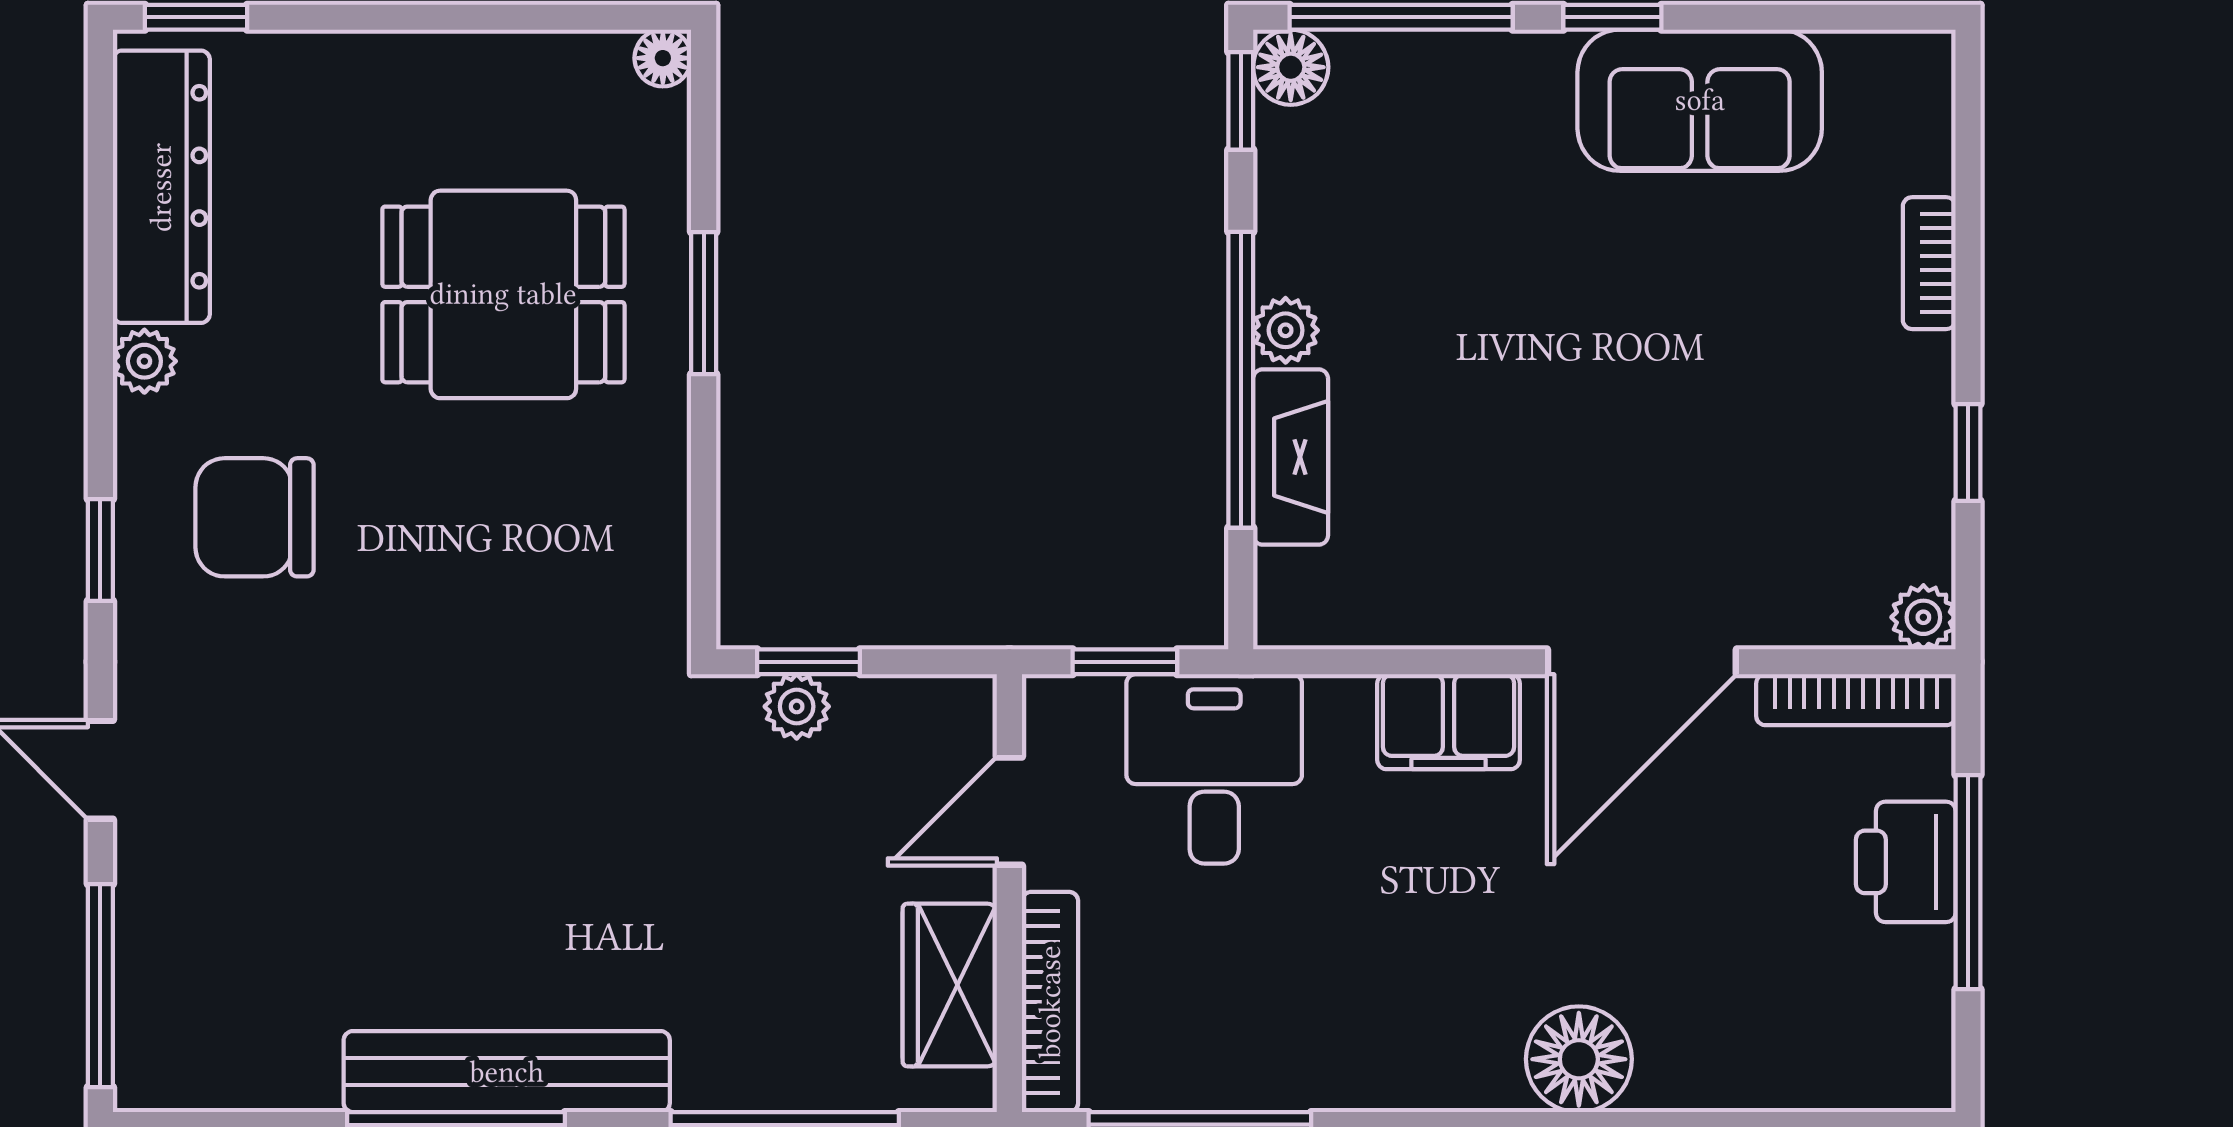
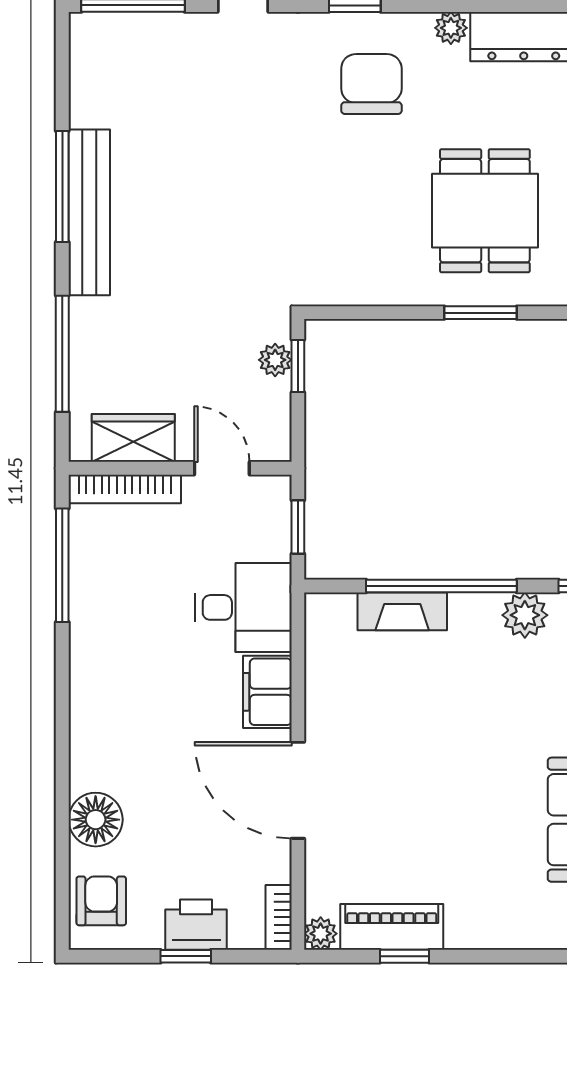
bookcase: (1929, 263) -> (501, 937), removed
plant: (1286, 330) -> (525, 615), moved, width x1.38, depth x1.38
piano: (1910, 477) -> (392, 927), added
bookcase: (1856, 700) -> (279, 917), width x0.64
desk: (1214, 769) -> (243, 607), moved
window: (1968, 882) -> (186, 956), width x0.46
armchair: (1859, 1048) -> (101, 901), added
floor lamp: (1579, 1059) -> (96, 820), moved

